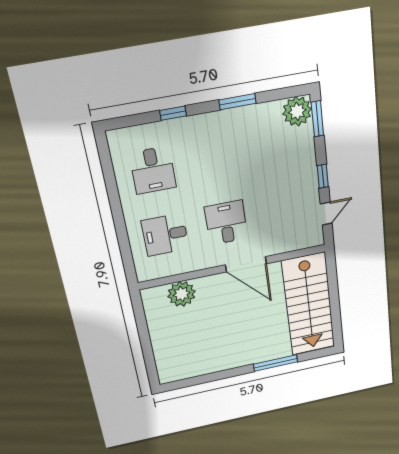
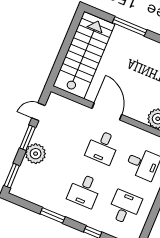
plant: (297, 111) -> (36, 154), moved
desk: (216, 158) -> (84, 191), added
window: (323, 176) -> (28, 138), width x1.50

